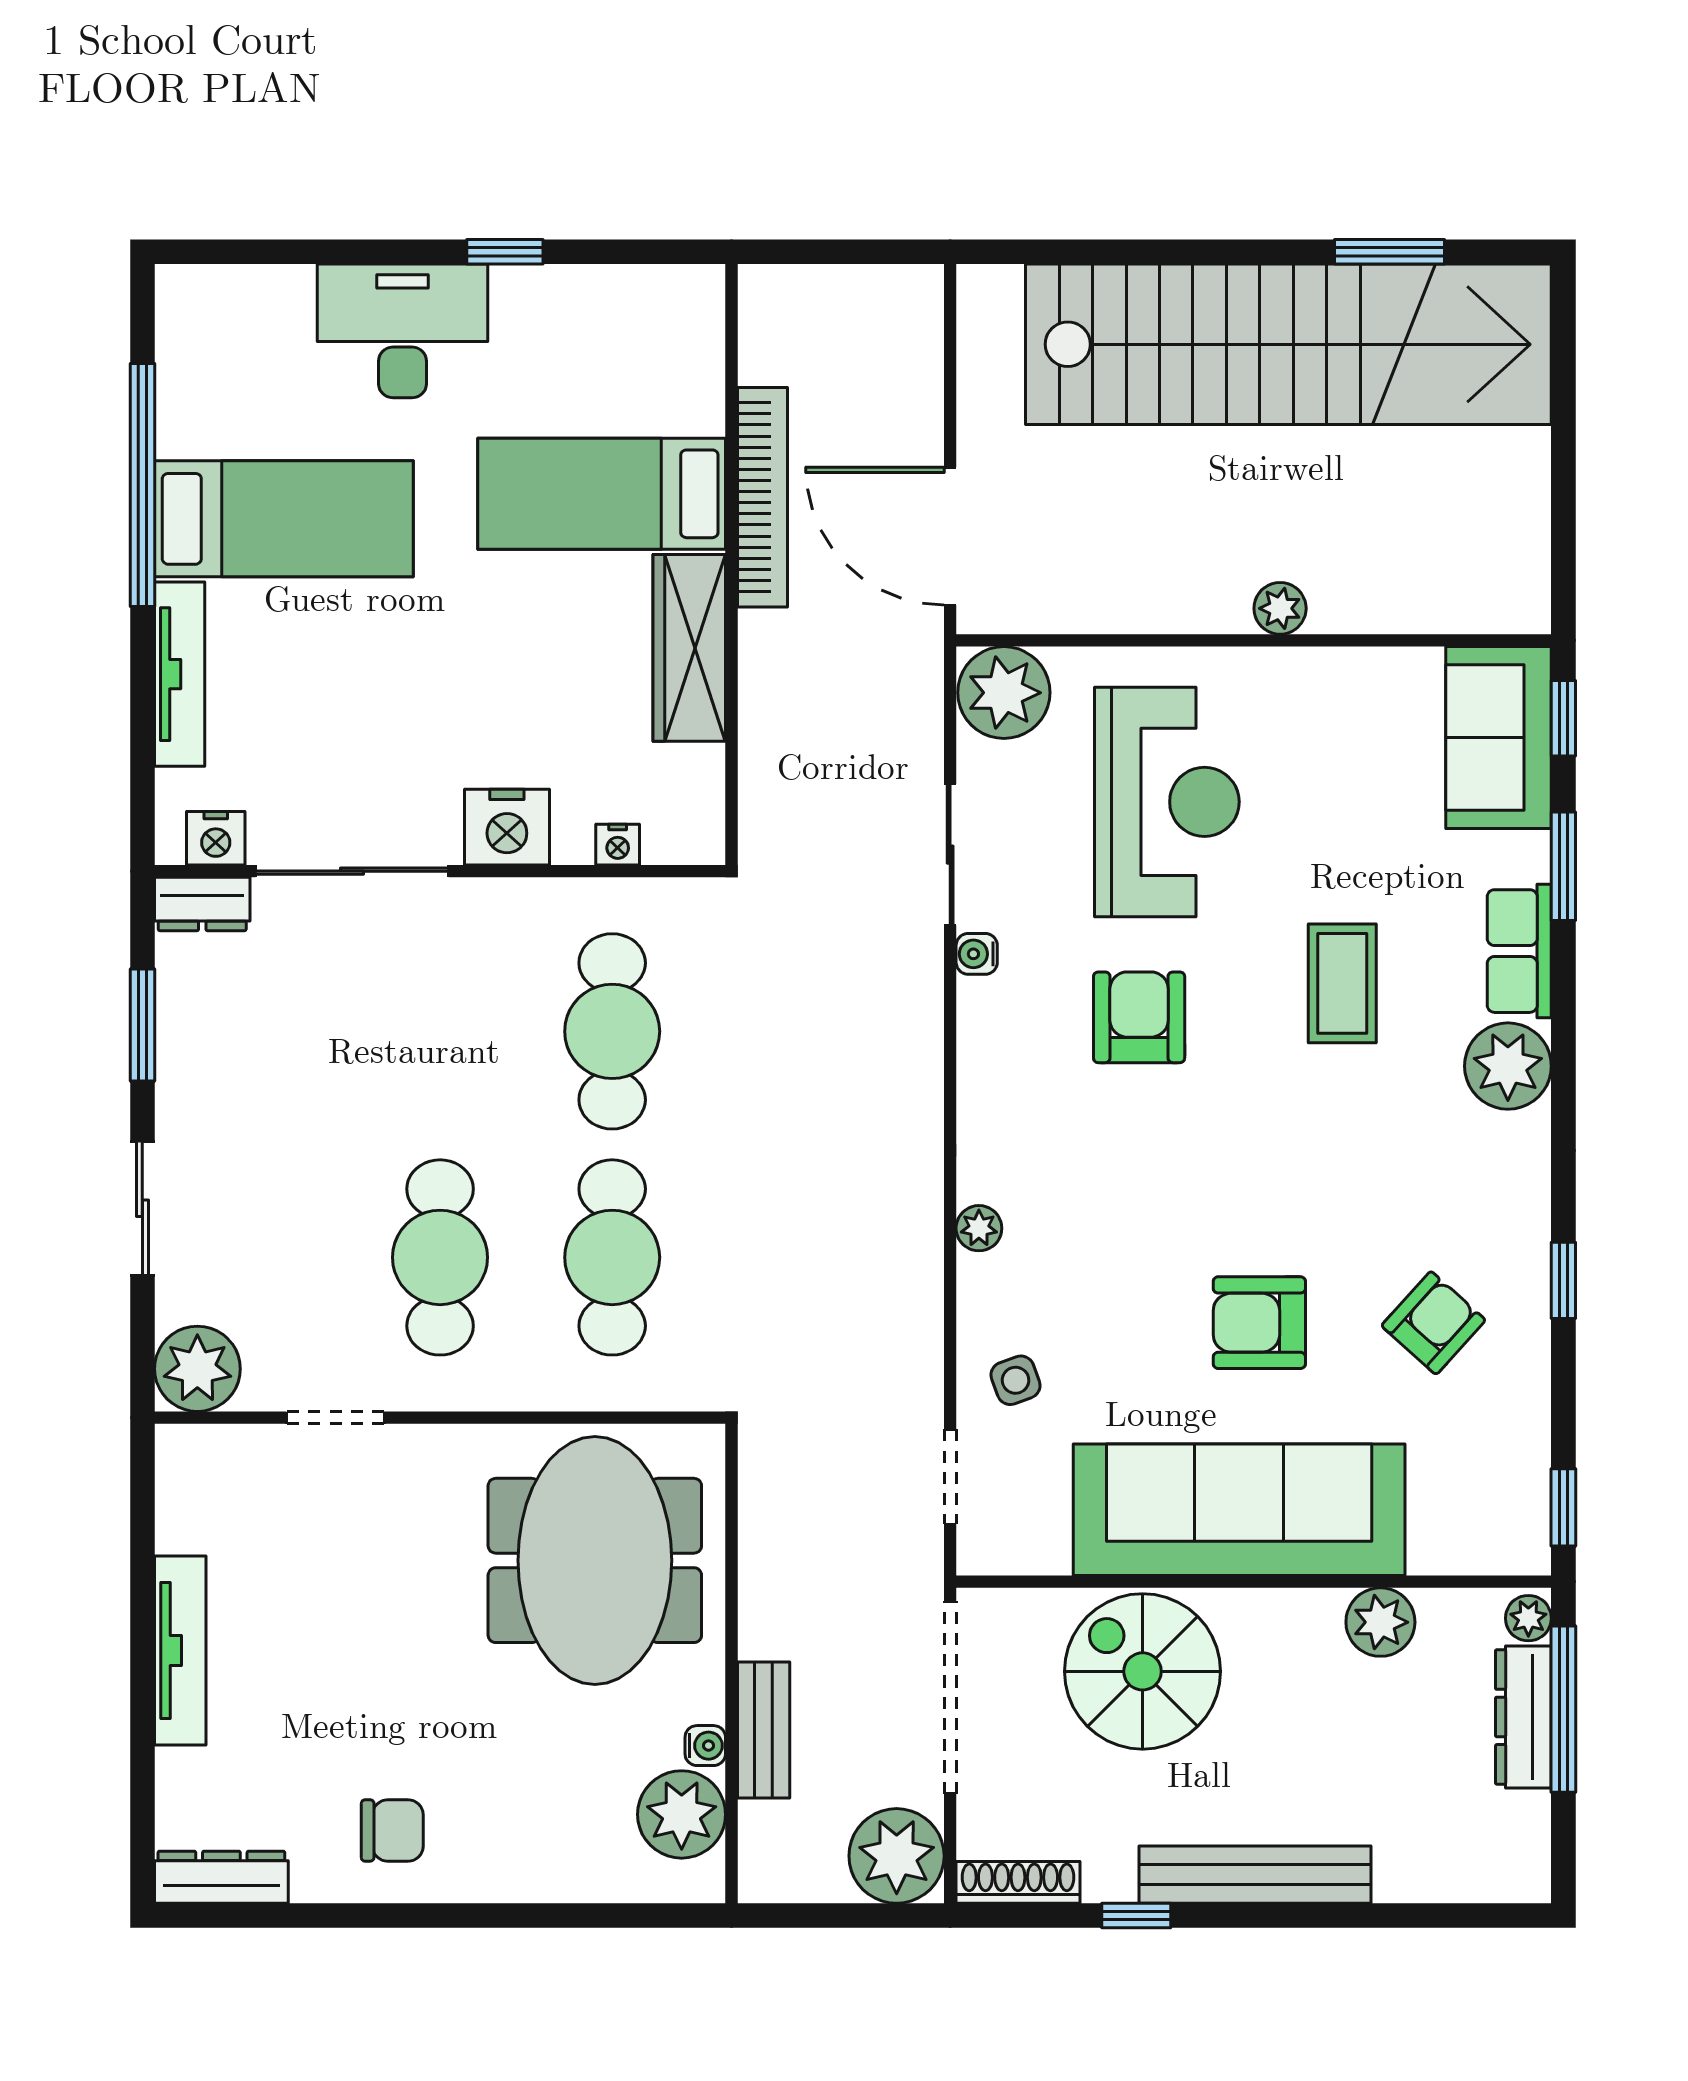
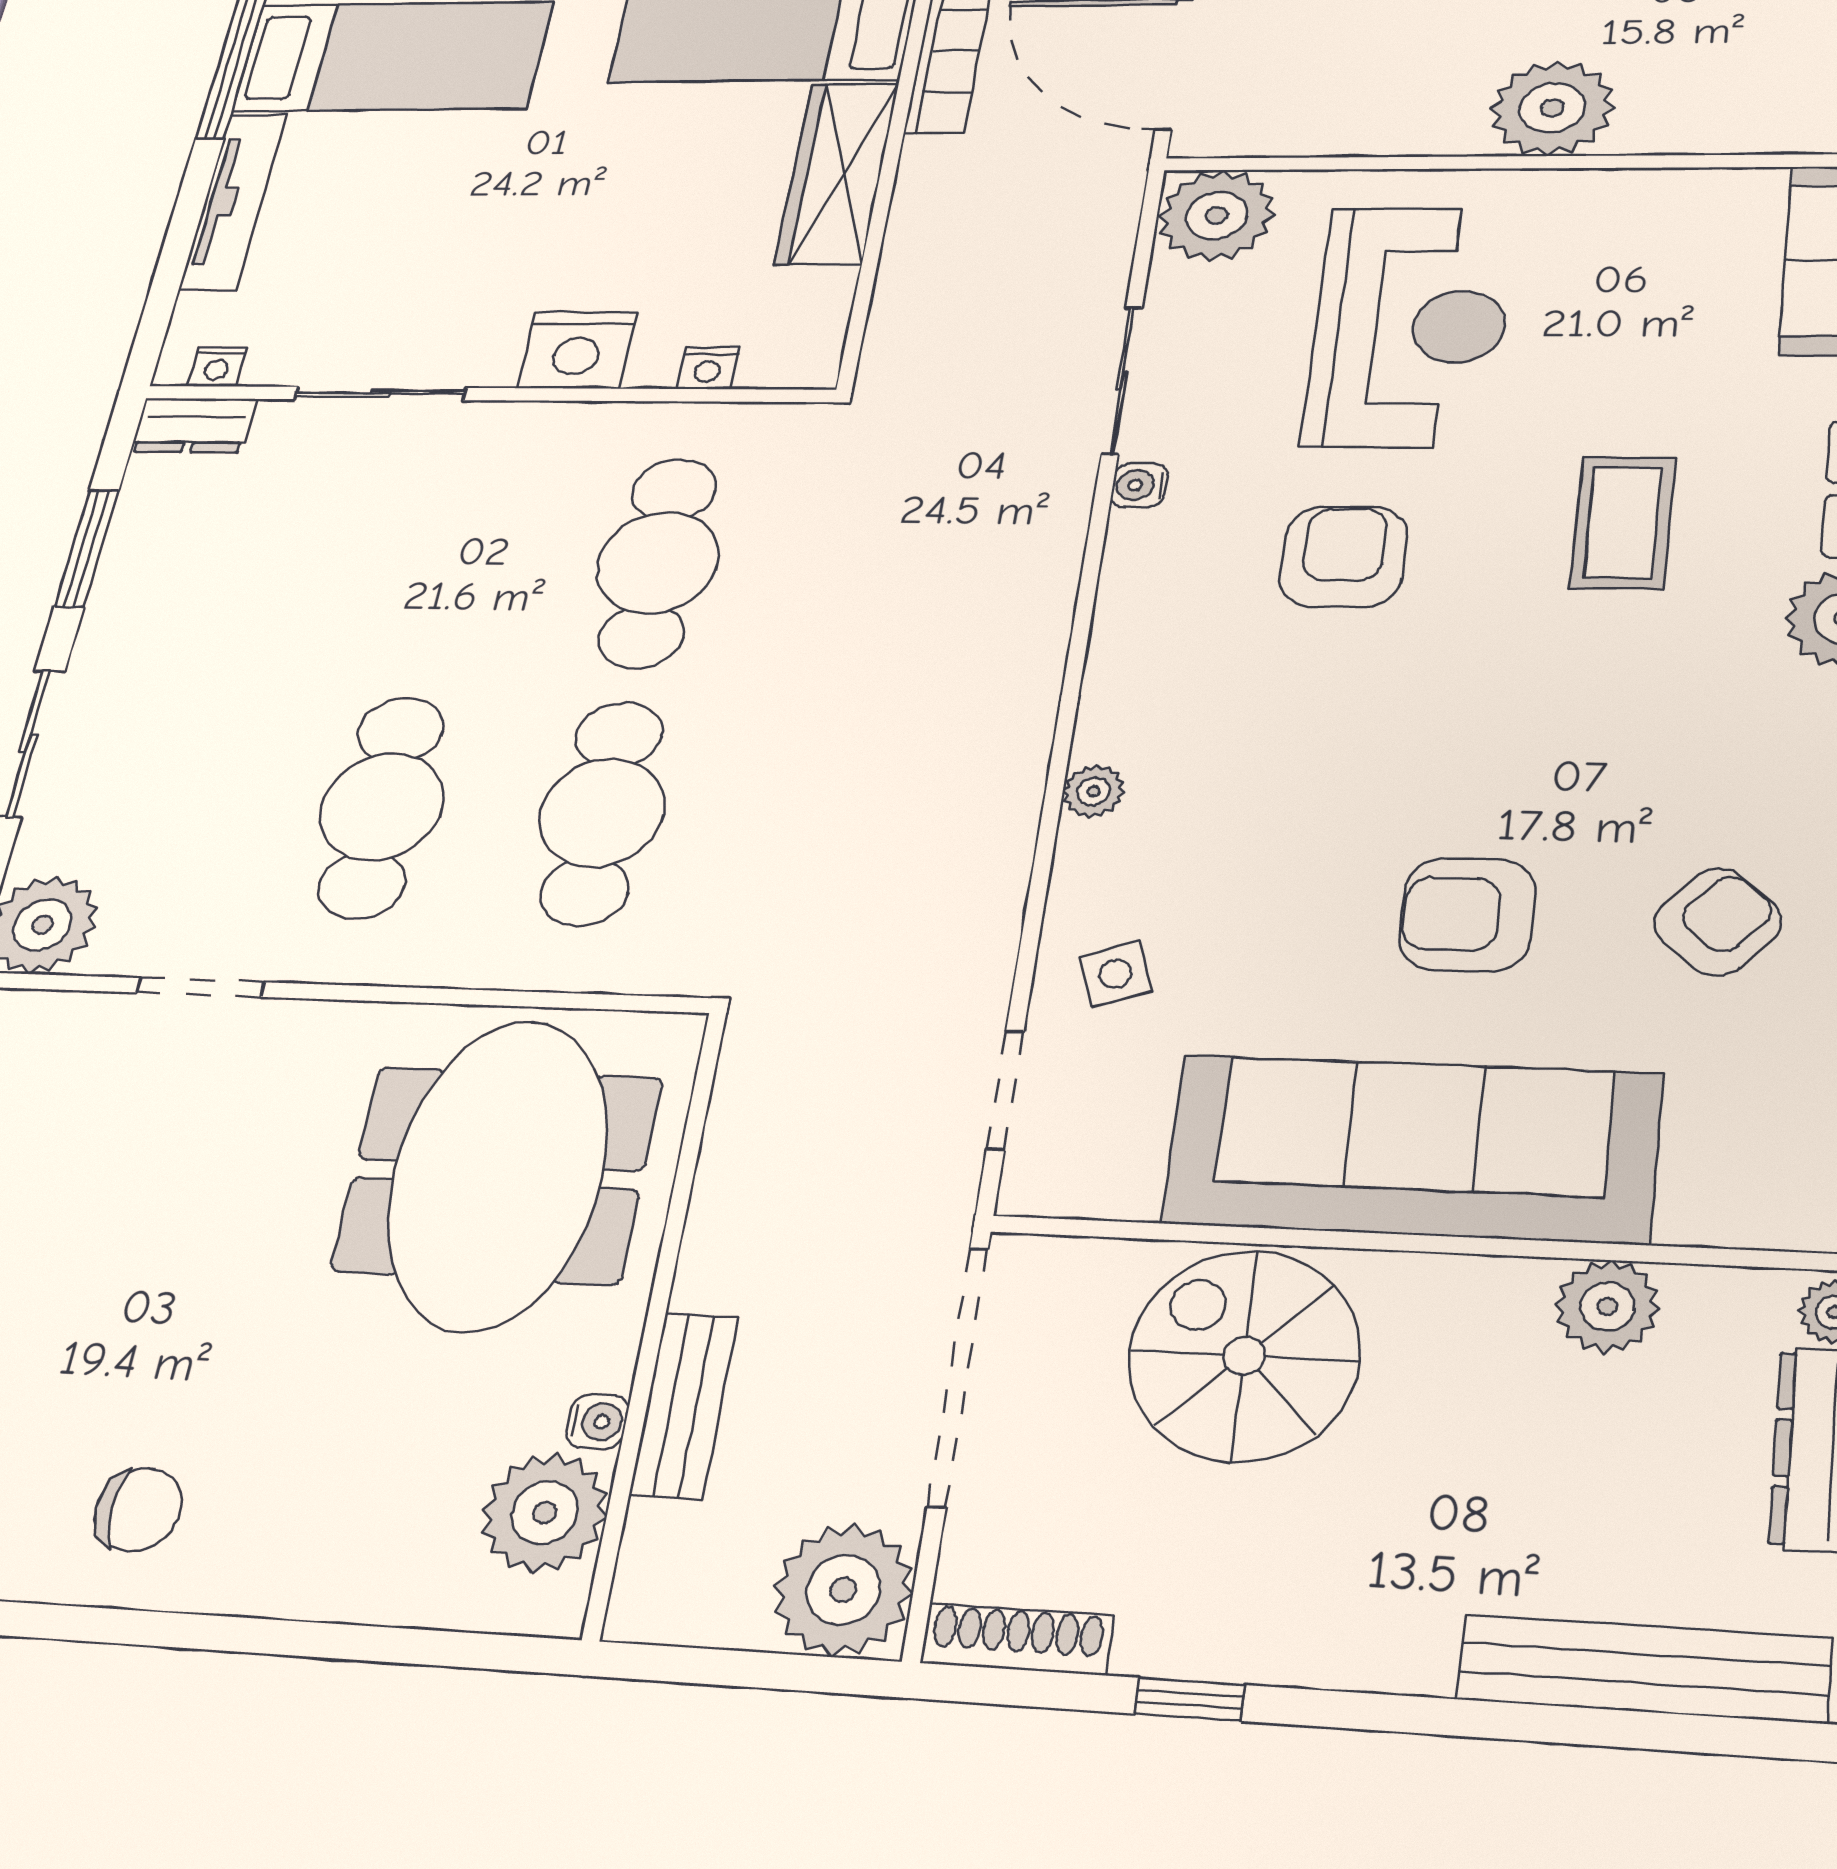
plant: (1280, 608) -> (1552, 108), width x1.87, depth x1.87
nightstand: (216, 838) -> (217, 367), width x0.72, depth x0.74
sliding door: (352, 871) -> (380, 393), width x0.73
bench: (1255, 1875) -> (1644, 1669), moved

